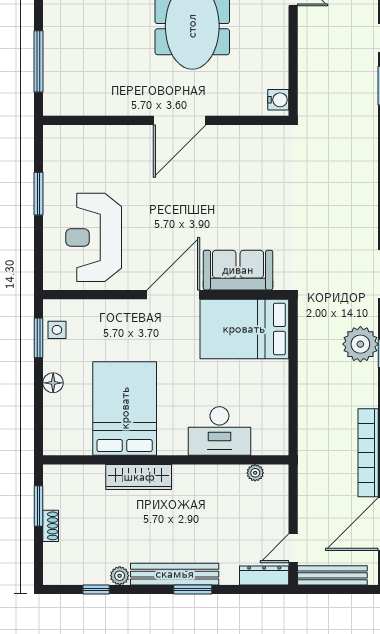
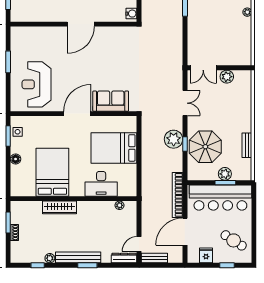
bed: (244, 329) -> (114, 148), moved
bench: (332, 575) -> (154, 258), width x0.73

